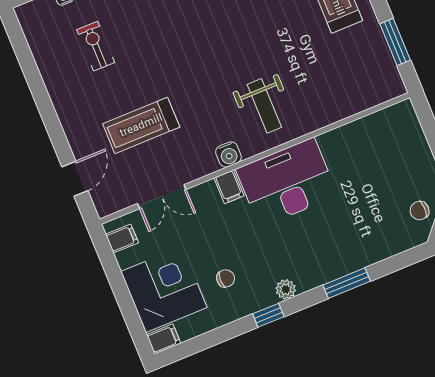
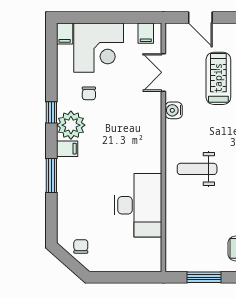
water cooler: (228, 154) -> (174, 110), moved
desk: (287, 182) -> (138, 205), moved
filing cabinet: (229, 187) -> (67, 149), moved, turned 180
plant: (286, 289) -> (71, 125), width x1.88, depth x1.88

